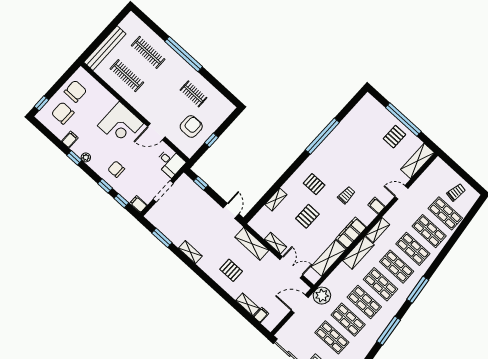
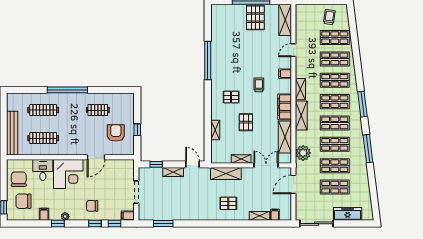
pallet: (394, 137) -> (255, 18), width x1.50, depth x1.42
desk: (170, 162) -> (43, 170), moved, turned -90
shelving: (190, 252) -> (173, 172), moved
plant: (322, 296) -> (303, 153), moved

